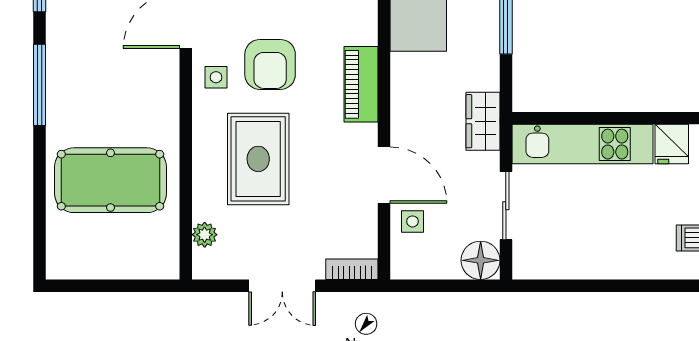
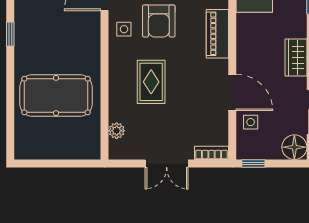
window: (39, 85) -> (10, 34), width x0.46
rug: (258, 159) -> (151, 82), width x0.73, depth x0.70
window: (417, 286) -> (253, 164), added

